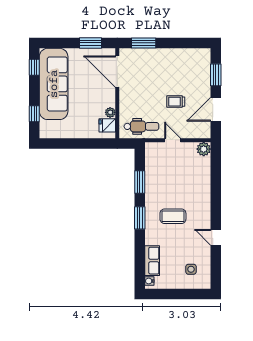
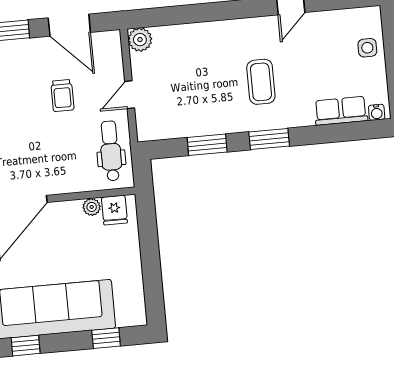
side table: (191, 269) -> (367, 48), moved

